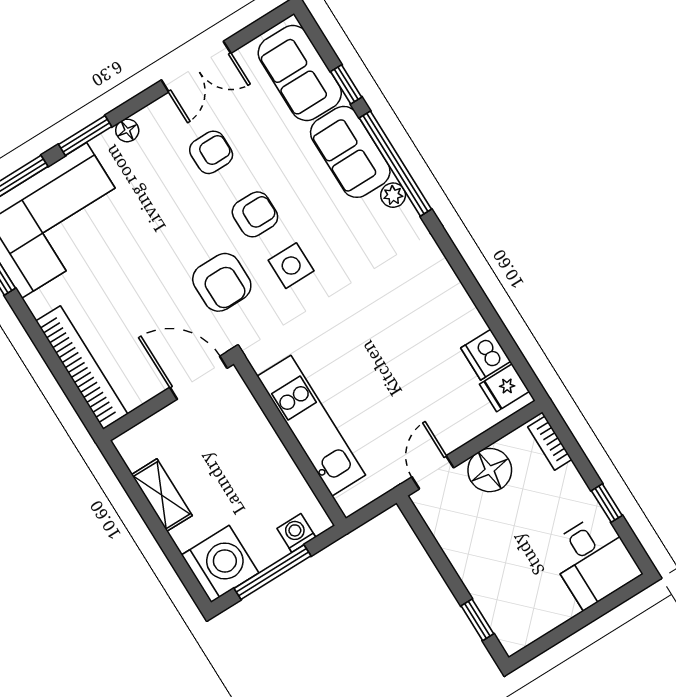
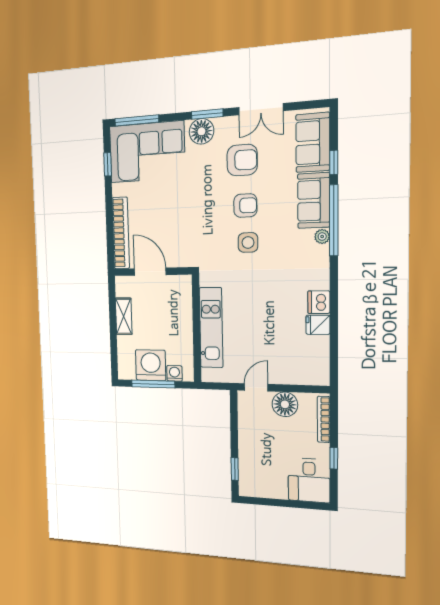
floor lamp: (127, 130) -> (201, 131), width x1.89, depth x1.89
window: (85, 136) -> (207, 114), moved
armchair: (211, 152) -> (242, 160), width x1.38, depth x1.38
armchair: (222, 282) -> (209, 231), removed
dishwasher: (486, 355) -> (319, 302), moved
door: (199, 378) -> (150, 272), moved
fridge: (504, 388) -> (318, 325), moved
bookcase: (550, 443) -> (324, 419), width x1.56
washing machine: (220, 564) -> (151, 365), moved, turned -90

